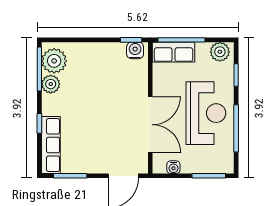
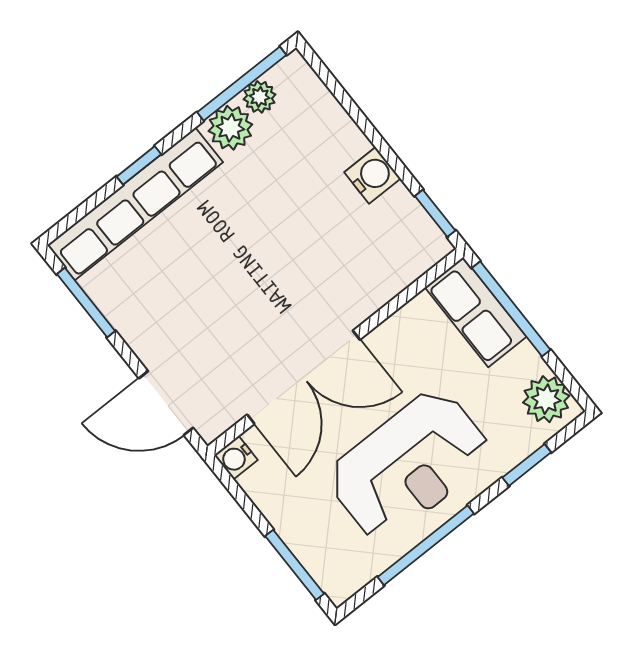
water cooler: (135, 50) -> (372, 175), moved
plant: (54, 61) -> (260, 97), width x0.53, depth x0.53
row of seats: (51, 145) -> (135, 204), width x1.36
water cooler: (173, 167) -> (236, 458), moved

